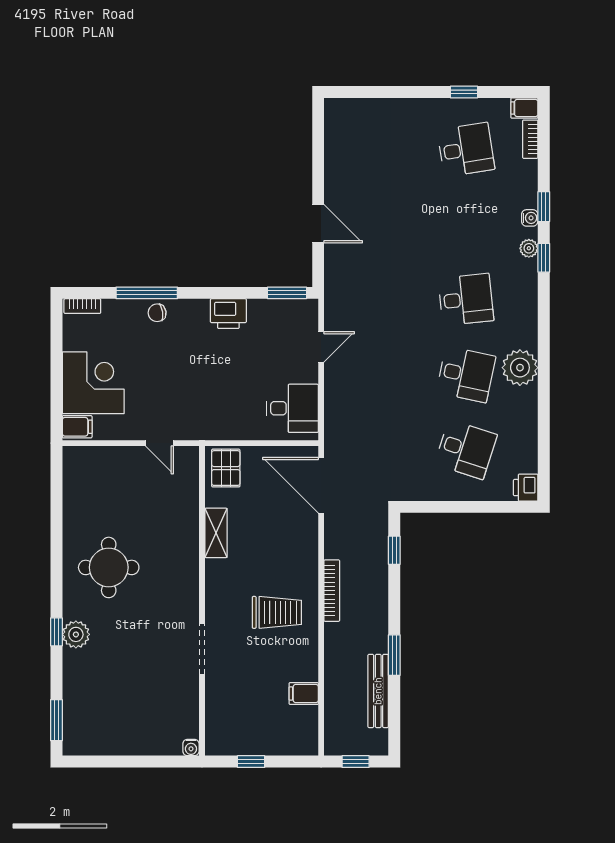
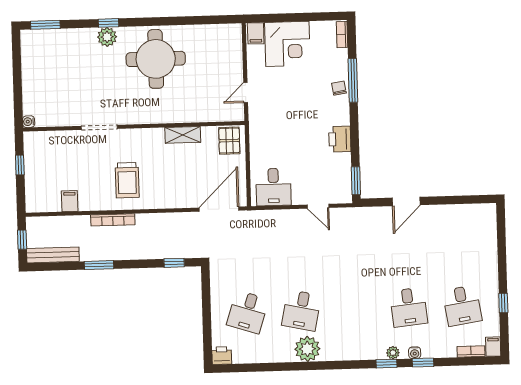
desk: (466, 299) -> (409, 307), moved
pallet: (226, 468) -> (229, 141), turned 90
round table: (109, 567) -> (156, 59), width x1.36, depth x1.36
bookcase: (332, 591) -> (113, 220), moved
bench: (378, 691) -> (53, 255), moved

